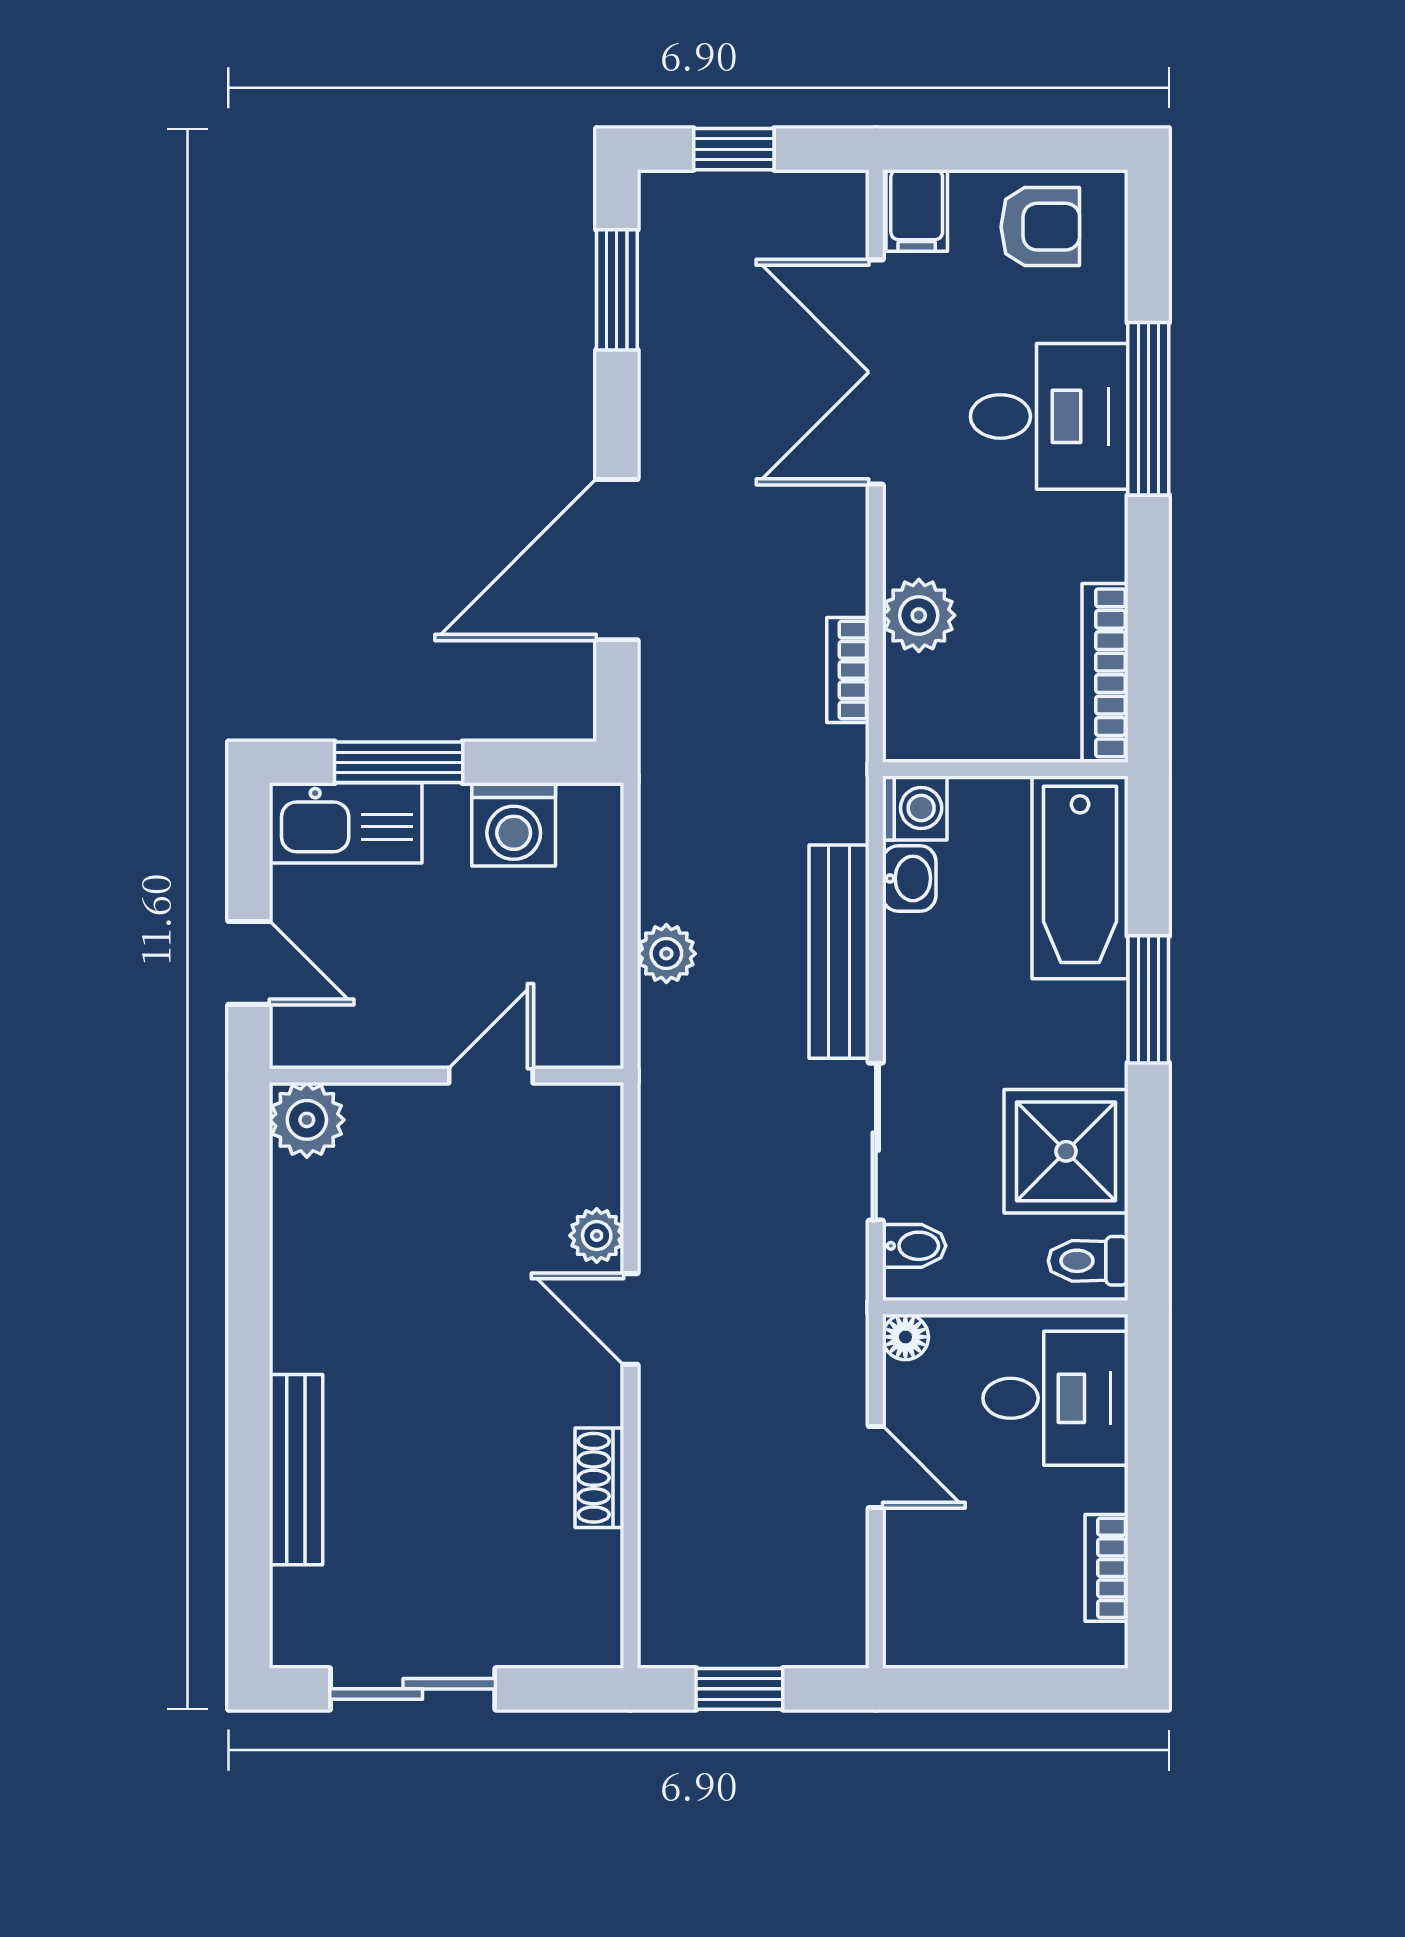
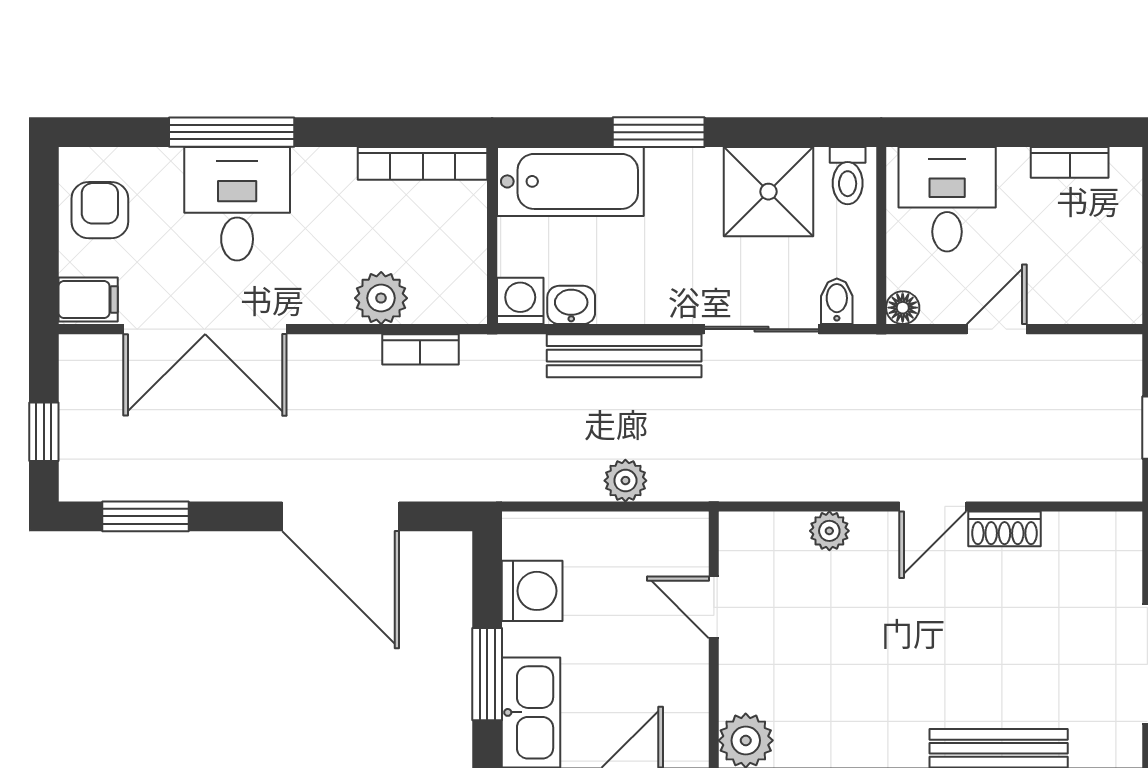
door: (630, 1319) -> (933, 506), moved

